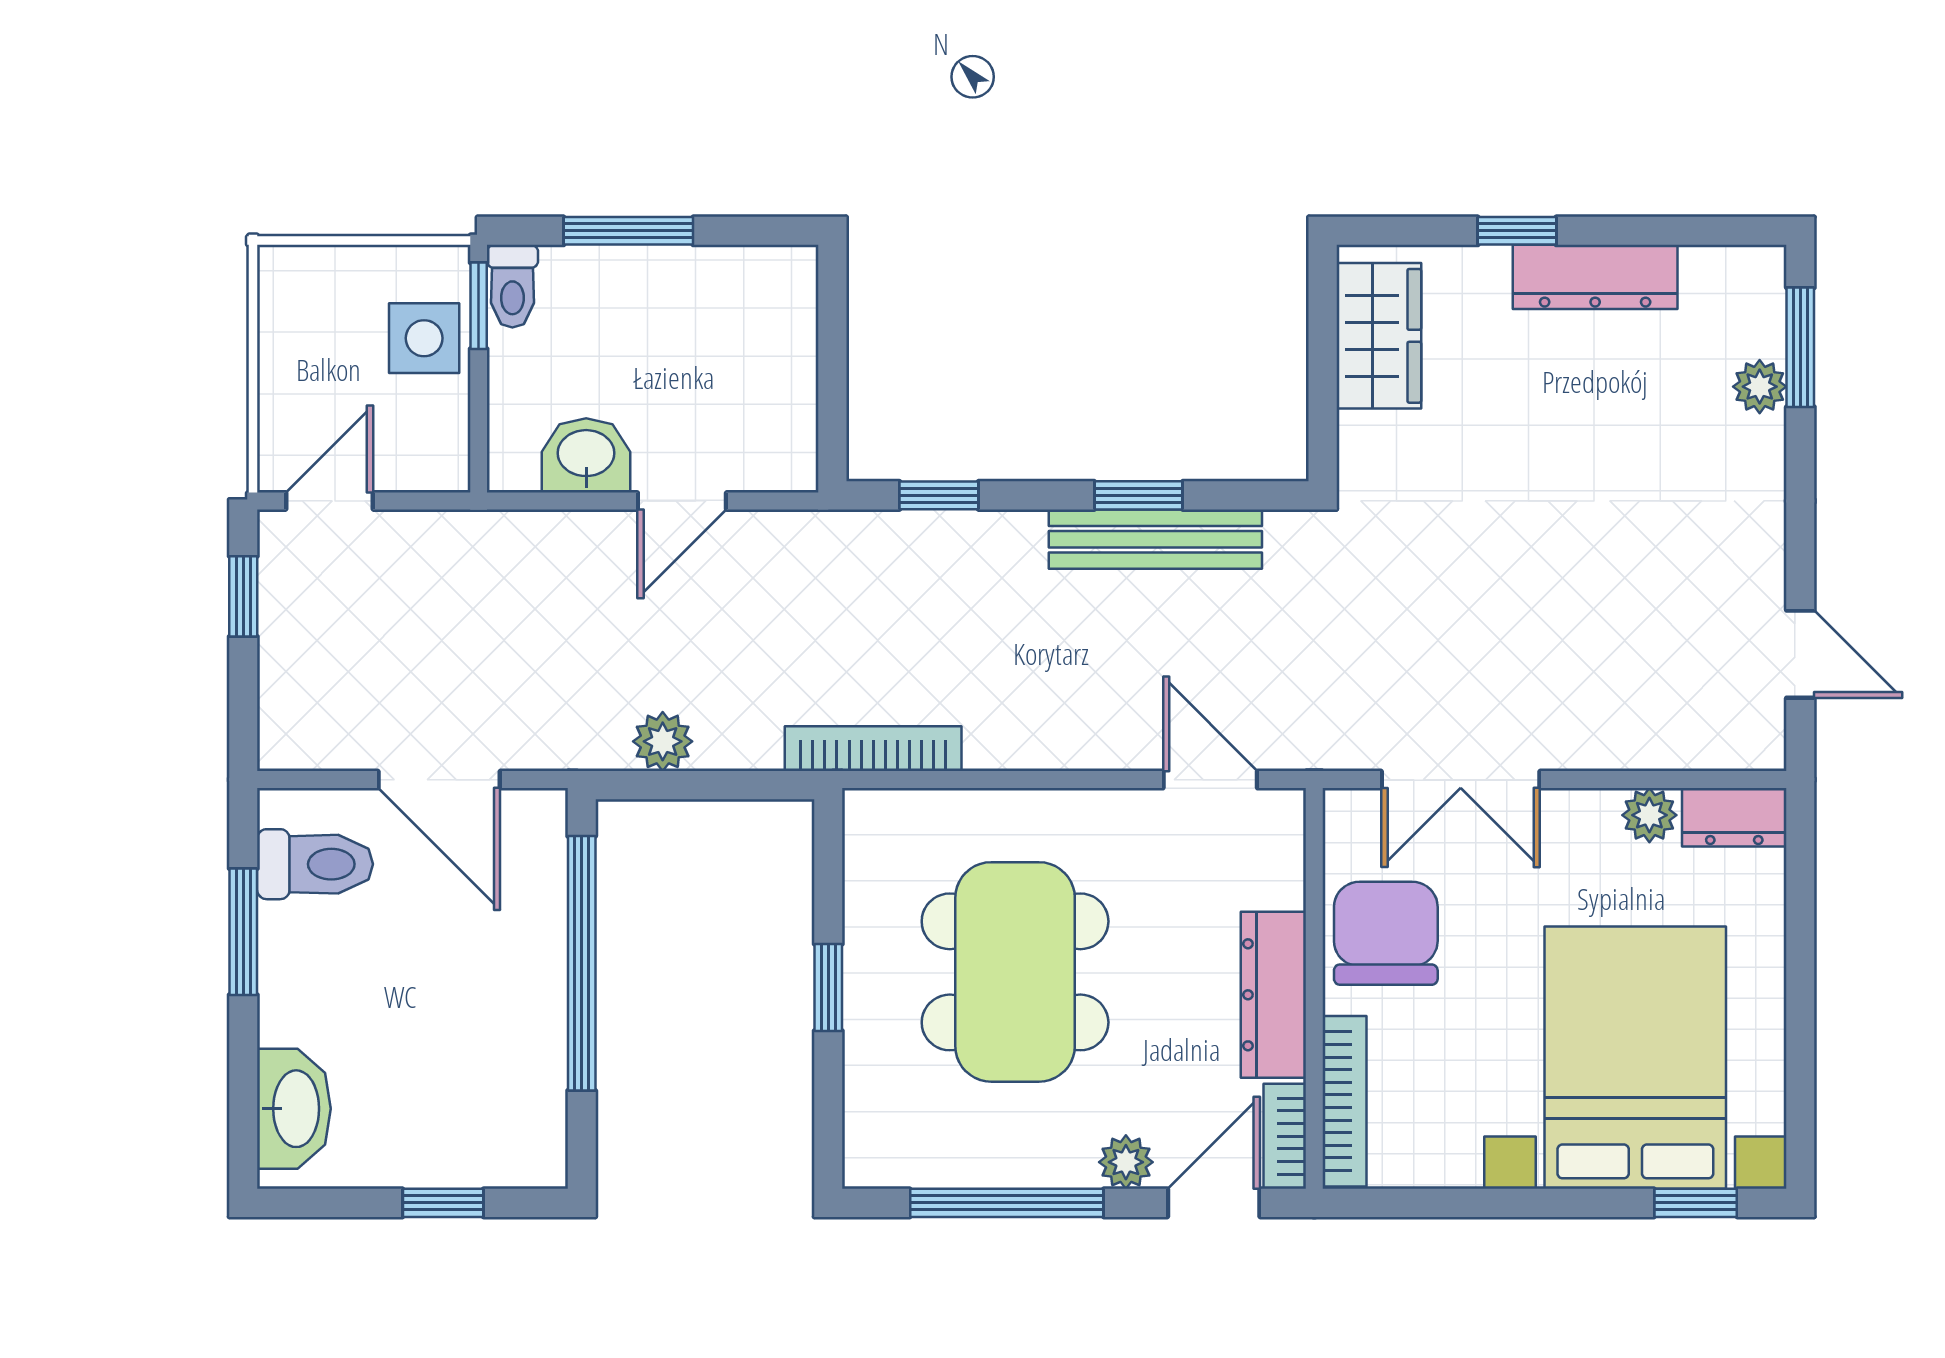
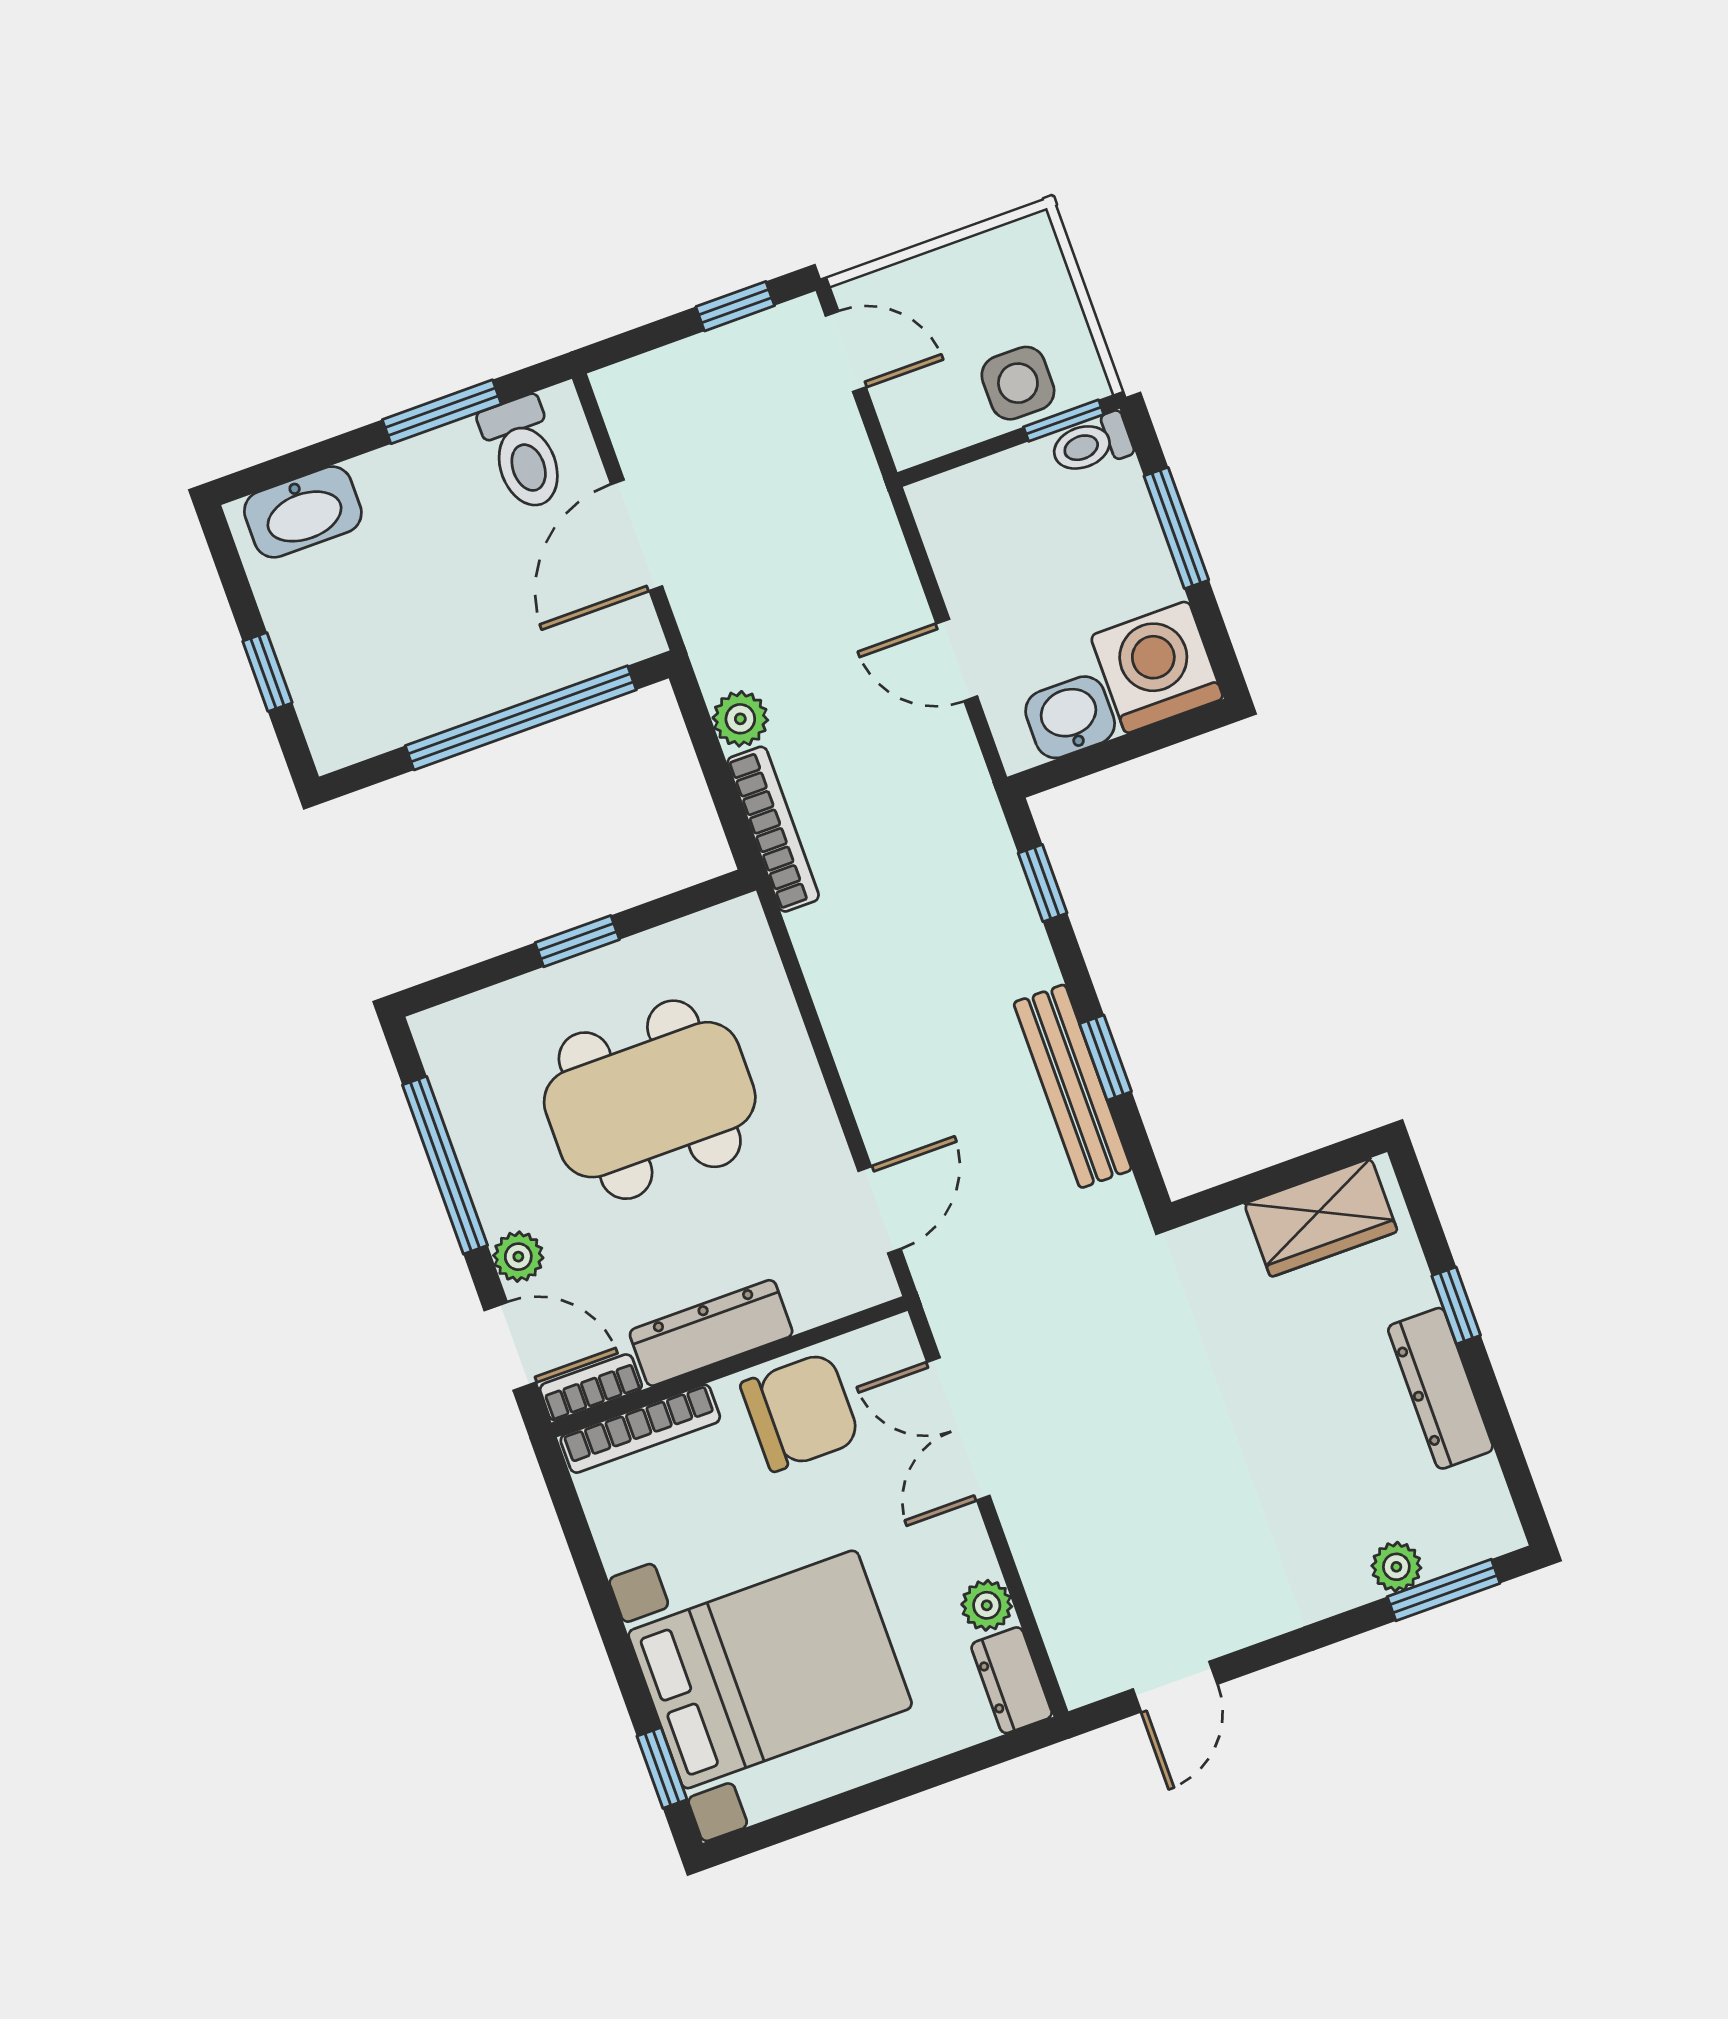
washing machine: (762, 301) -> (1157, 667), added
washbasin: (586, 455) -> (1070, 717), moved, turned -90
bookcase: (873, 749) -> (773, 829), moved

